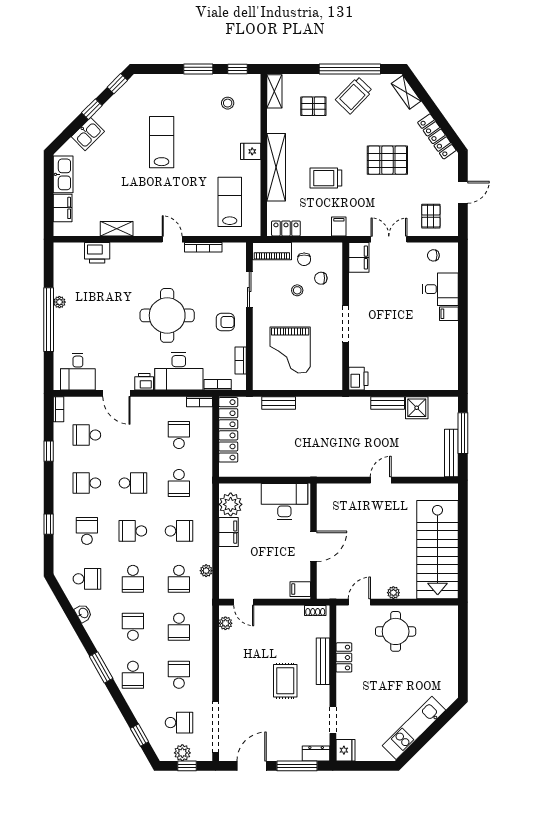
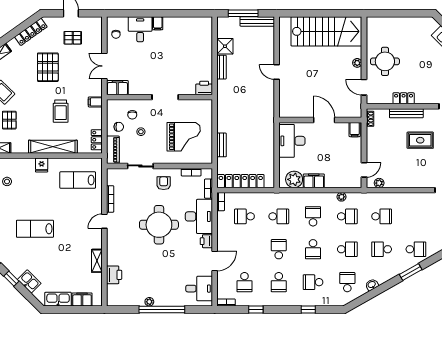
pallet: (431, 216) -> (73, 38), moved
school desk: (179, 675) -> (416, 216), removed

